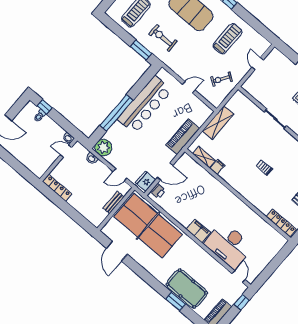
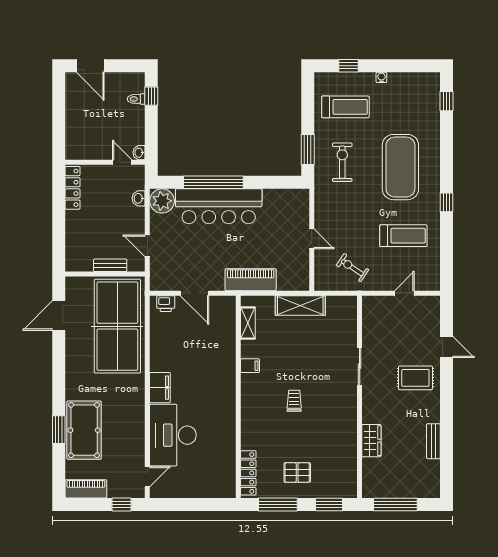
bar counter: (145, 105) -> (219, 206), moved
filing cabinet: (217, 167) -> (250, 366), moved
fridge: (146, 181) -> (165, 281), removed

